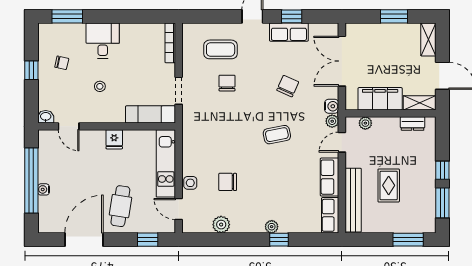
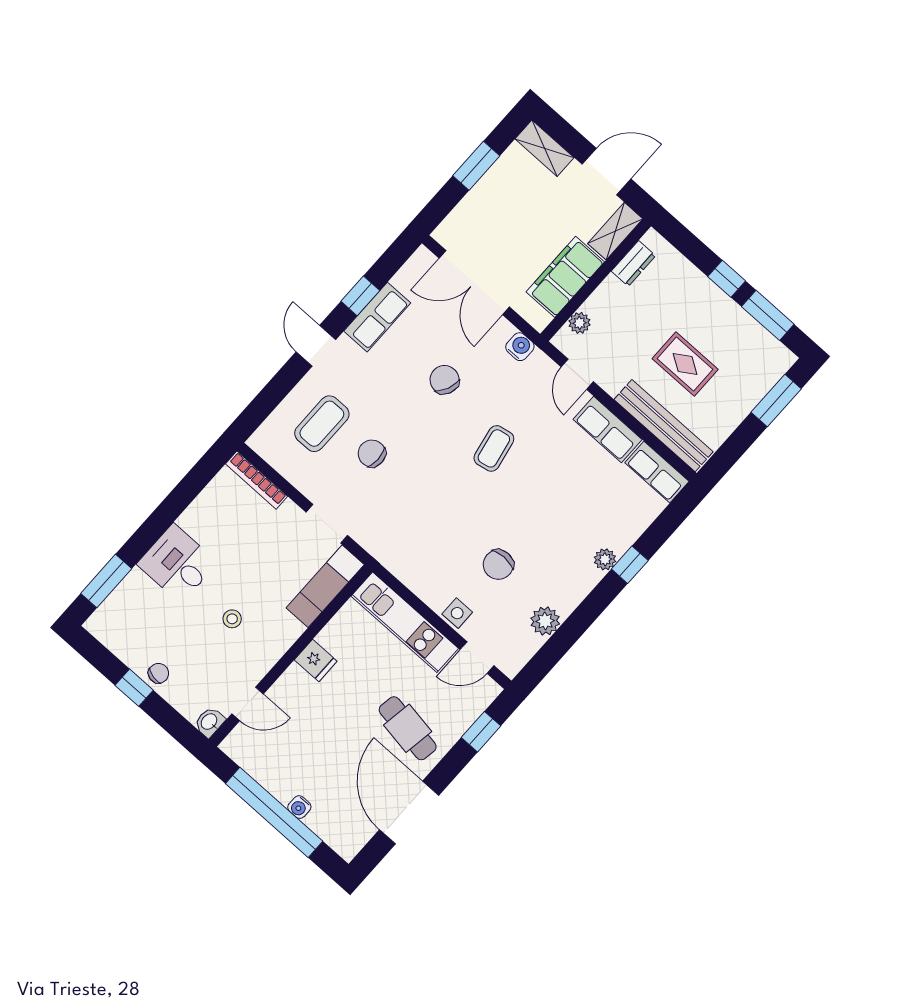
chair: (62, 63) -> (158, 673), moved
plant: (332, 121) -> (539, 363), removed

